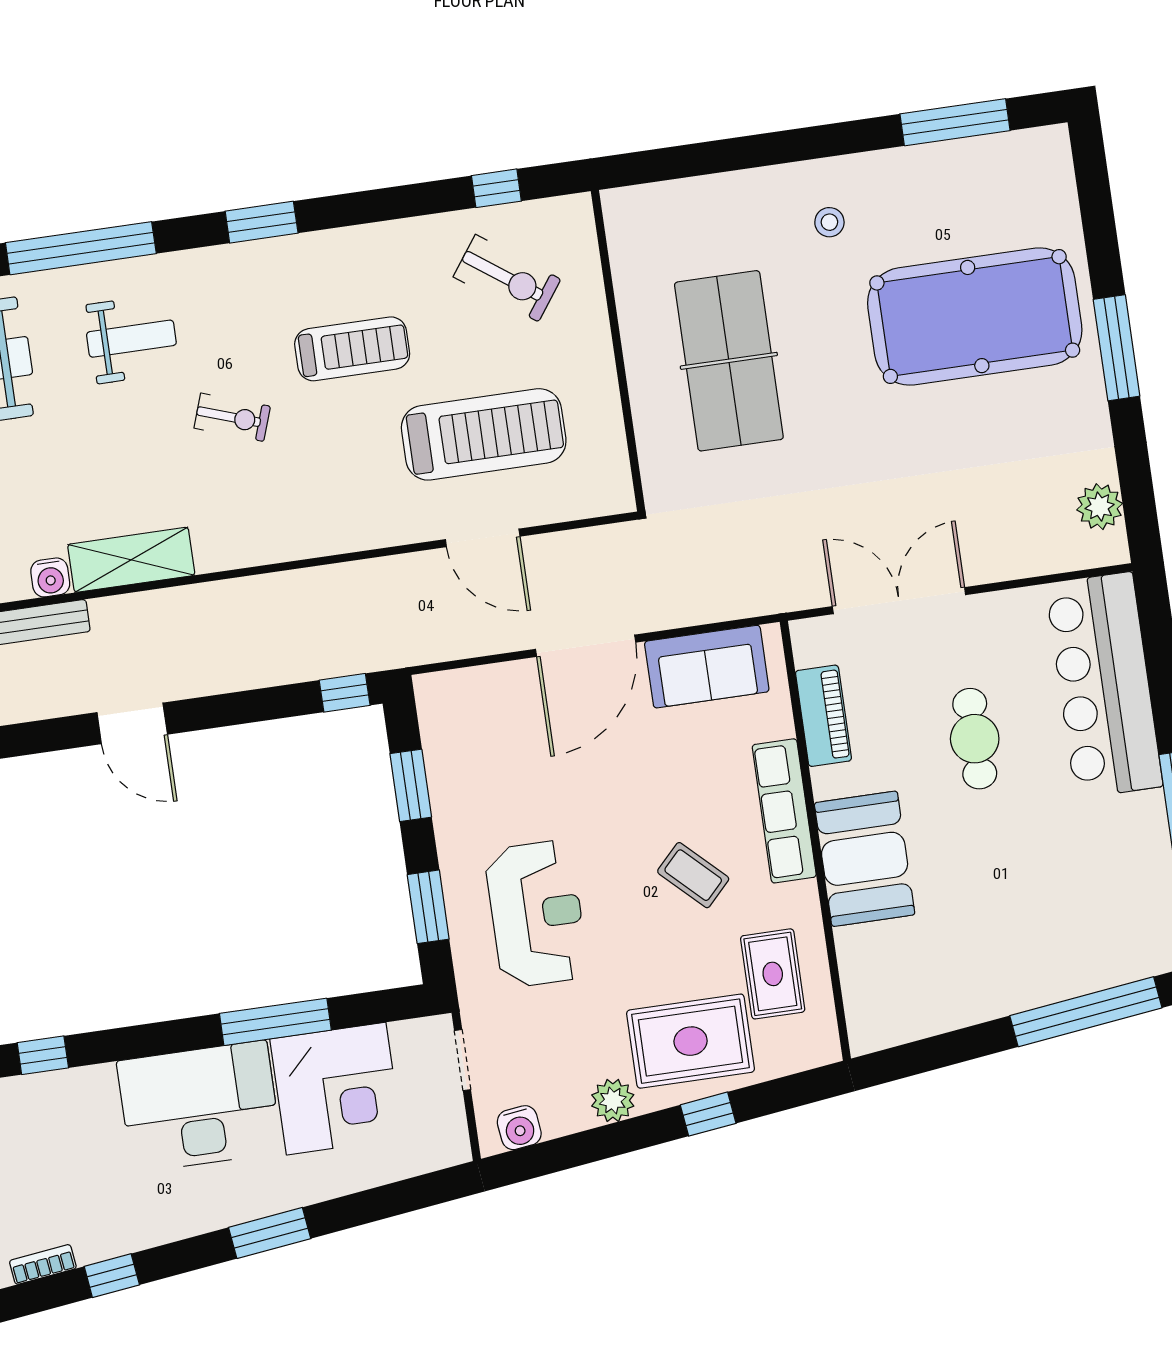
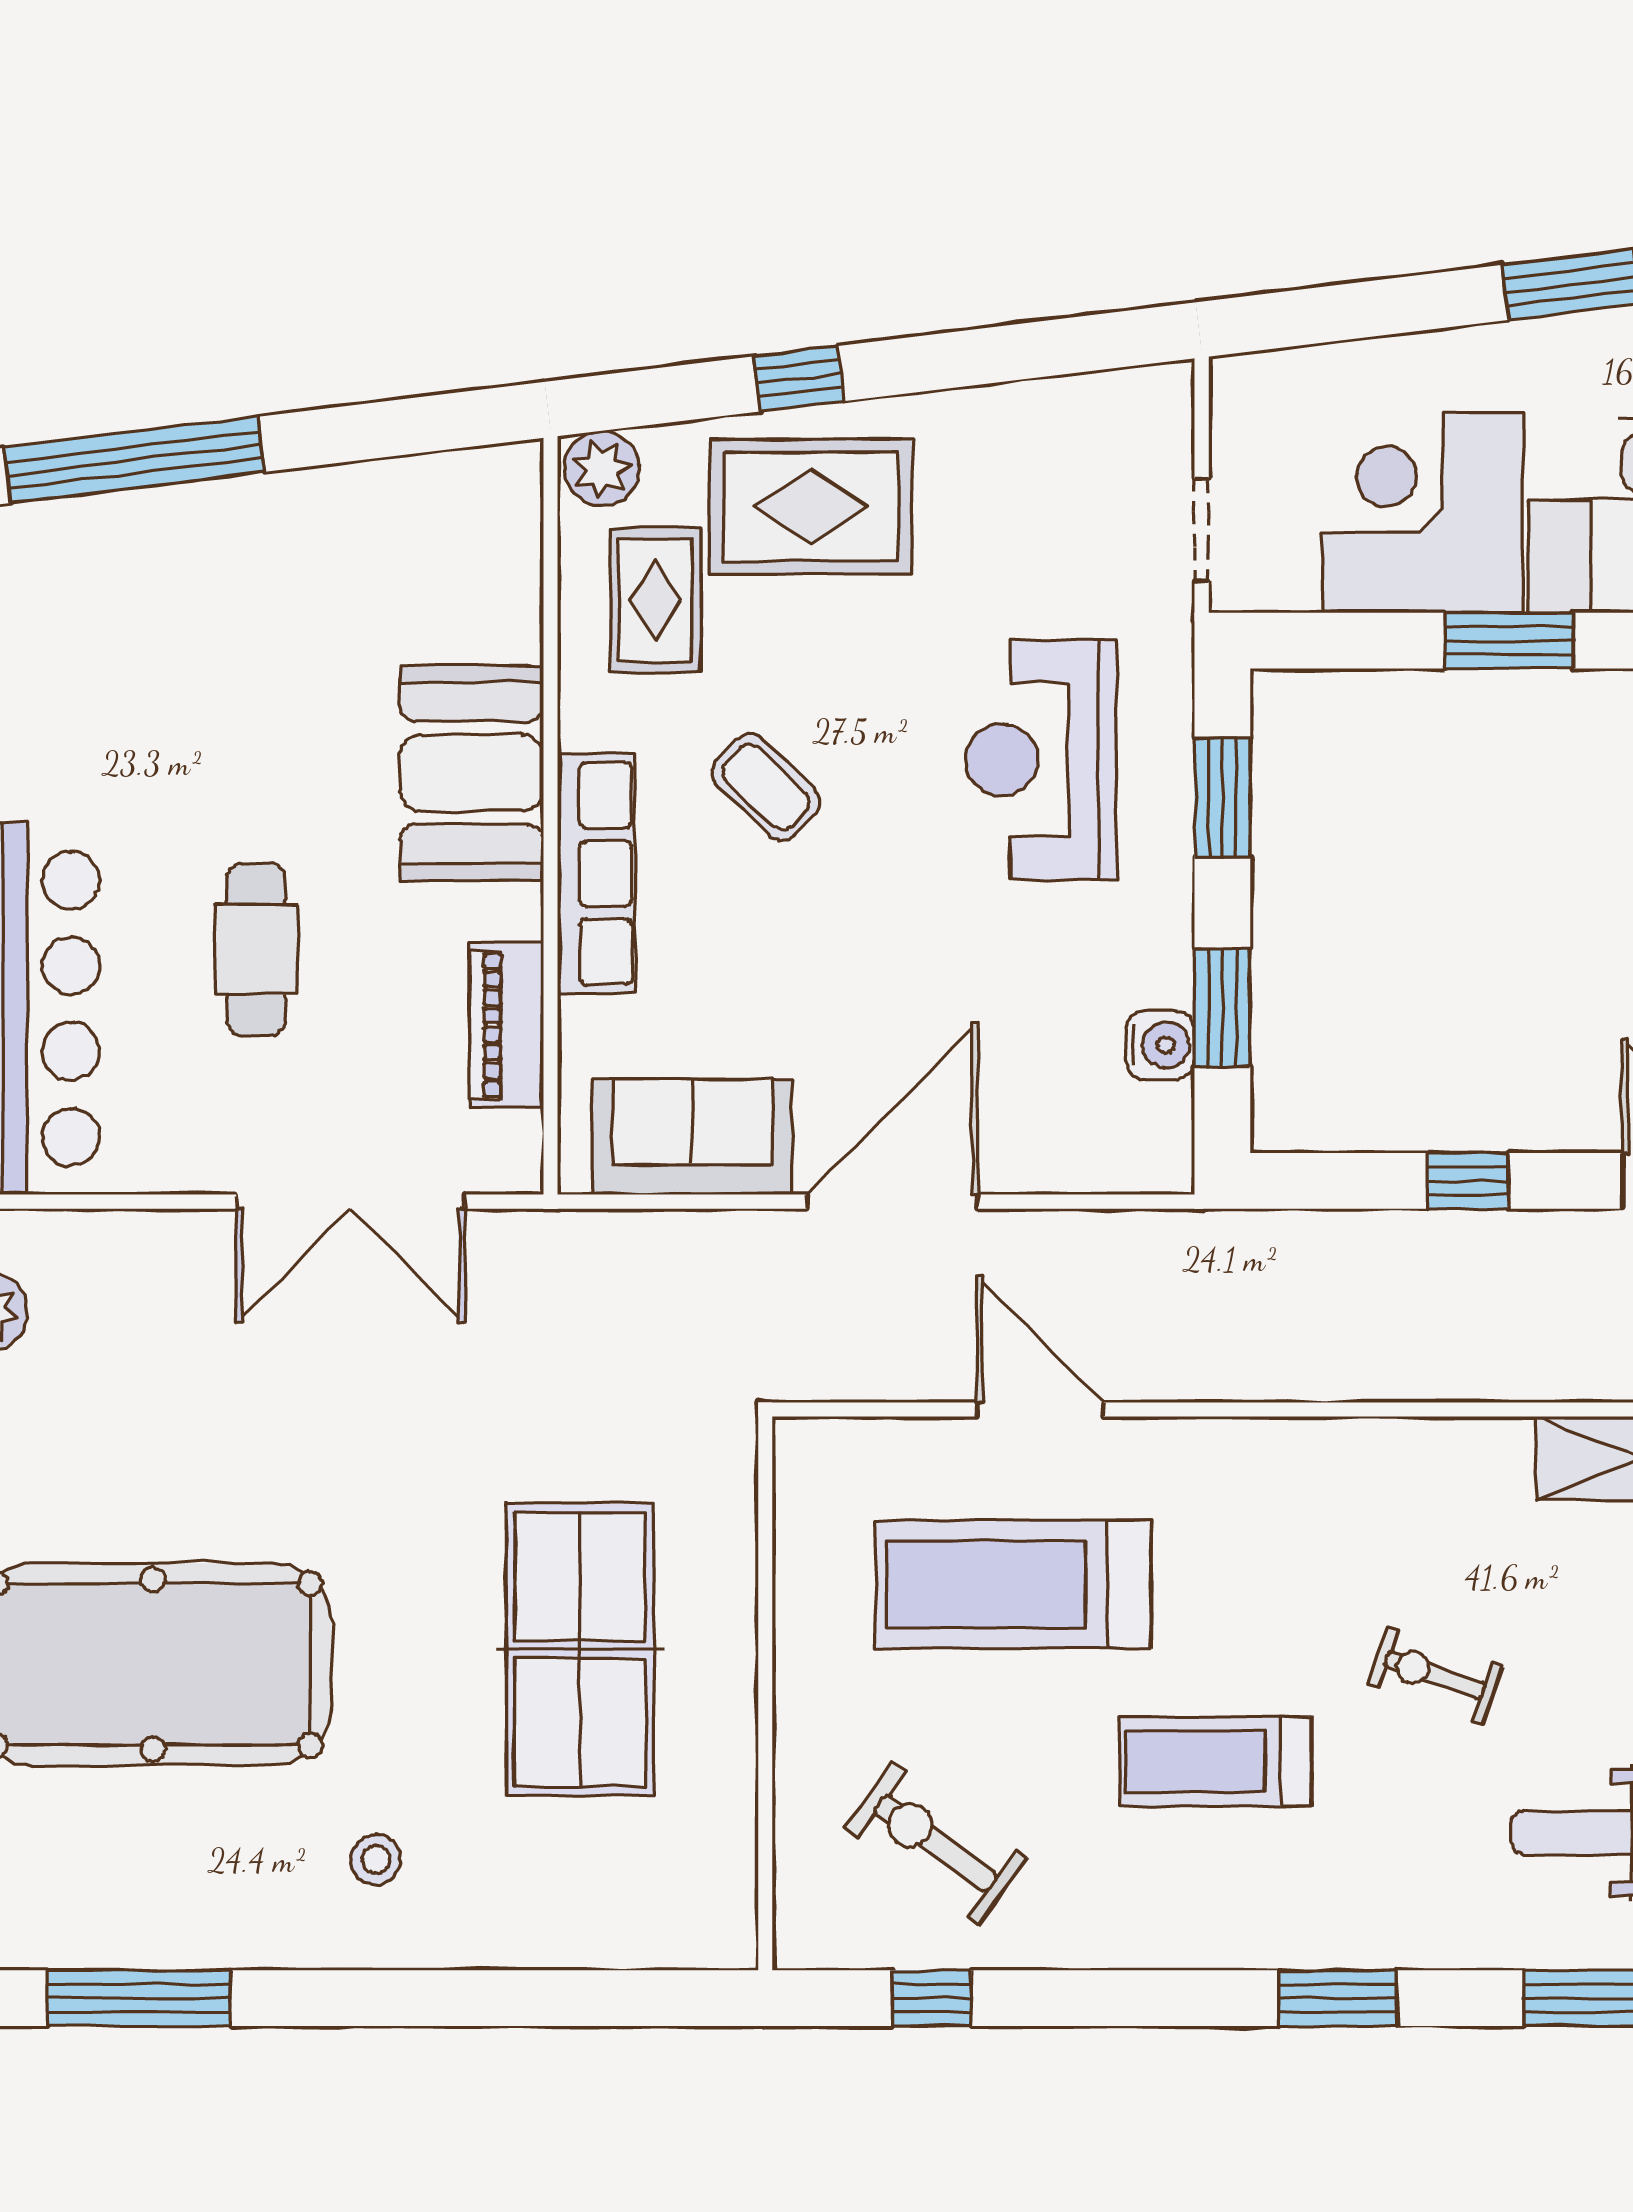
window: (345, 693) -> (1468, 1181), moved
window: (275, 1022) -> (1509, 641), width x0.69
plant: (613, 1100) -> (602, 468), moved
water cooler: (519, 1128) -> (1160, 1045), moved, turned 97

